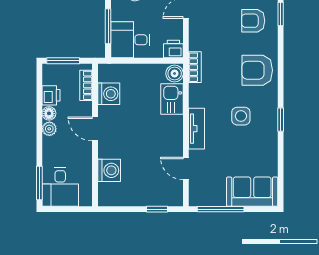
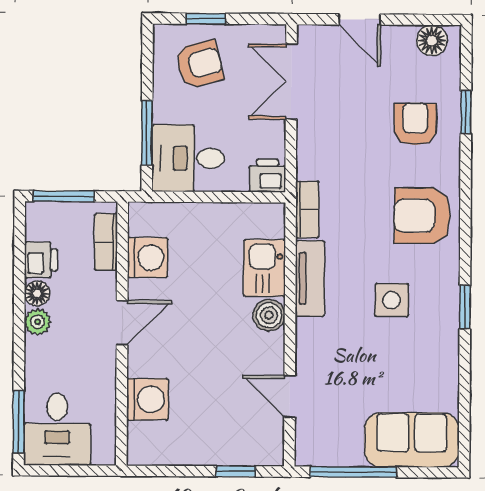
armchair: (253, 21) -> (415, 124), turned 90
boiler: (175, 74) -> (269, 315), moved
door: (95, 129) -> (122, 323), swing flipped
tv unit: (197, 129) -> (310, 279), moved

